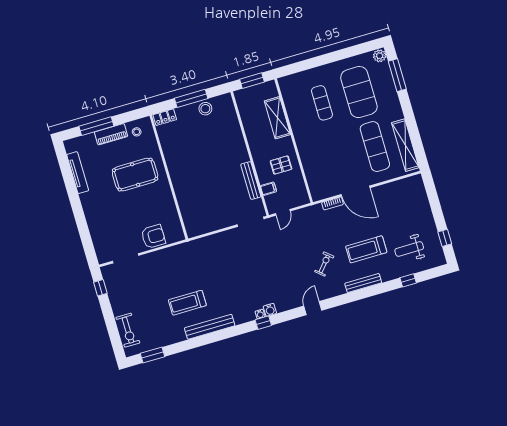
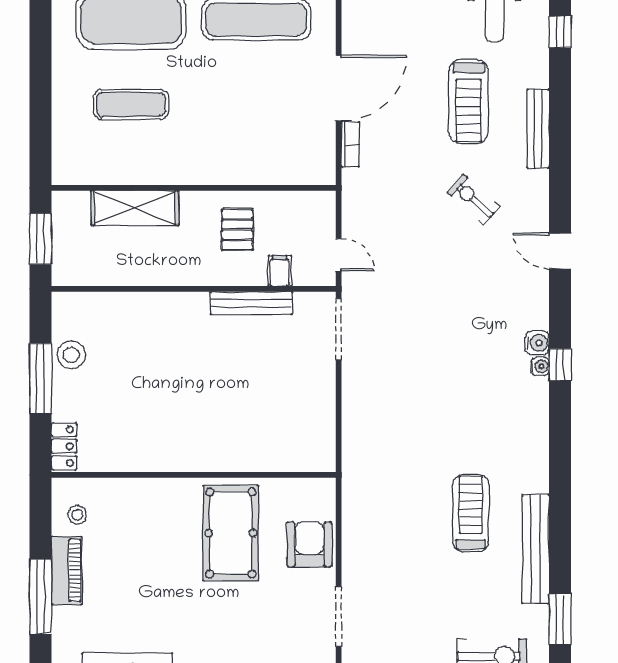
pool table: (135, 175) -> (231, 533), moved
treadmill: (187, 303) -> (471, 513), turned 180
bench: (210, 327) -> (536, 549), moved

